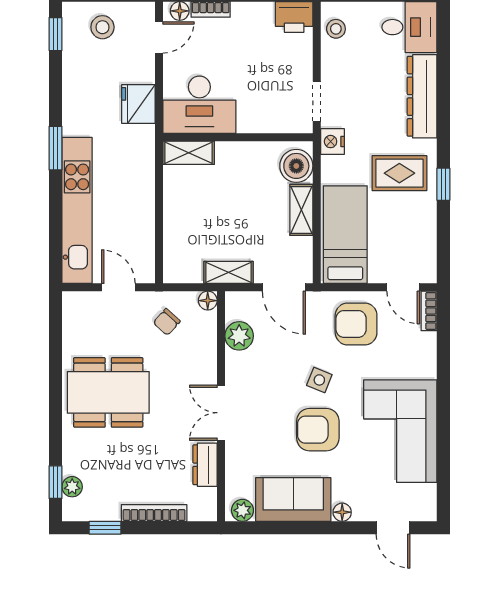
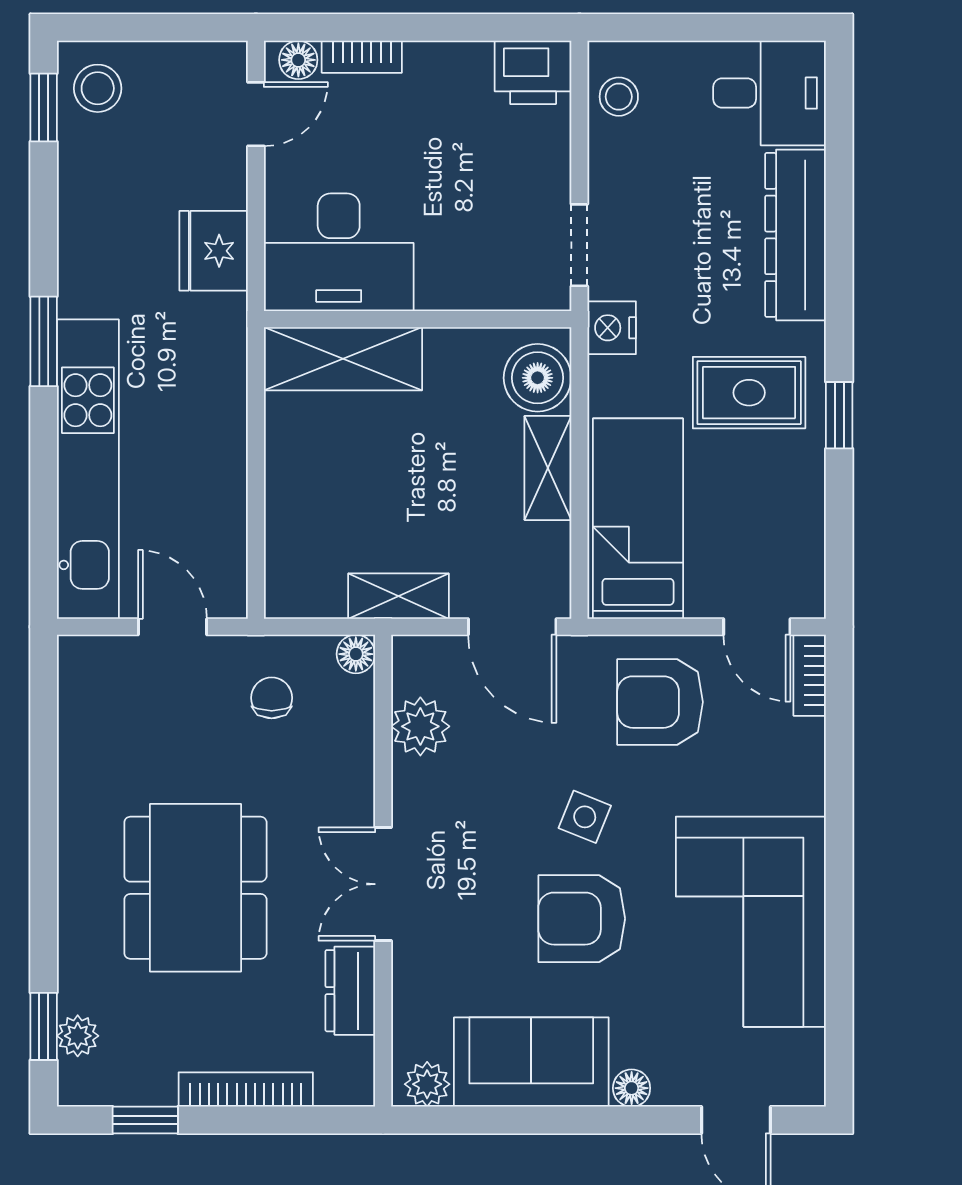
stool: (102, 27) -> (98, 88), moved
shelving: (189, 153) -> (343, 359), width x1.50, depth x1.33
chair: (167, 322) -> (272, 698), turned 138
dining table: (108, 392) -> (195, 888), moved, turned 90

